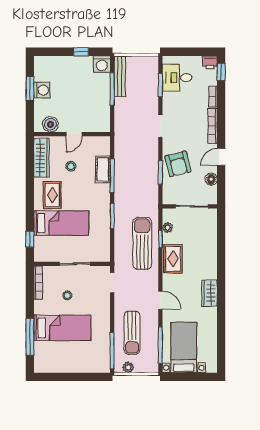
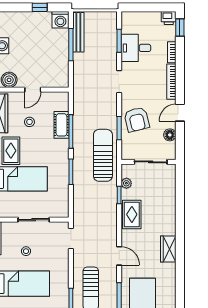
desk: (177, 78) -> (136, 48), moved
sun lounger: (142, 243) -> (103, 155), moved

